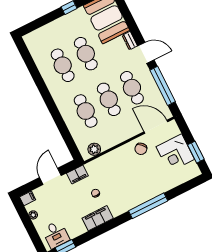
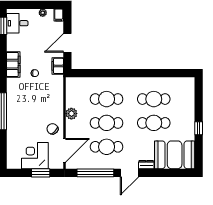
plant: (94, 149) -> (71, 114), moved
window: (196, 152) -> (41, 173), moved
door: (50, 176) -> (67, 43), swing flipped

